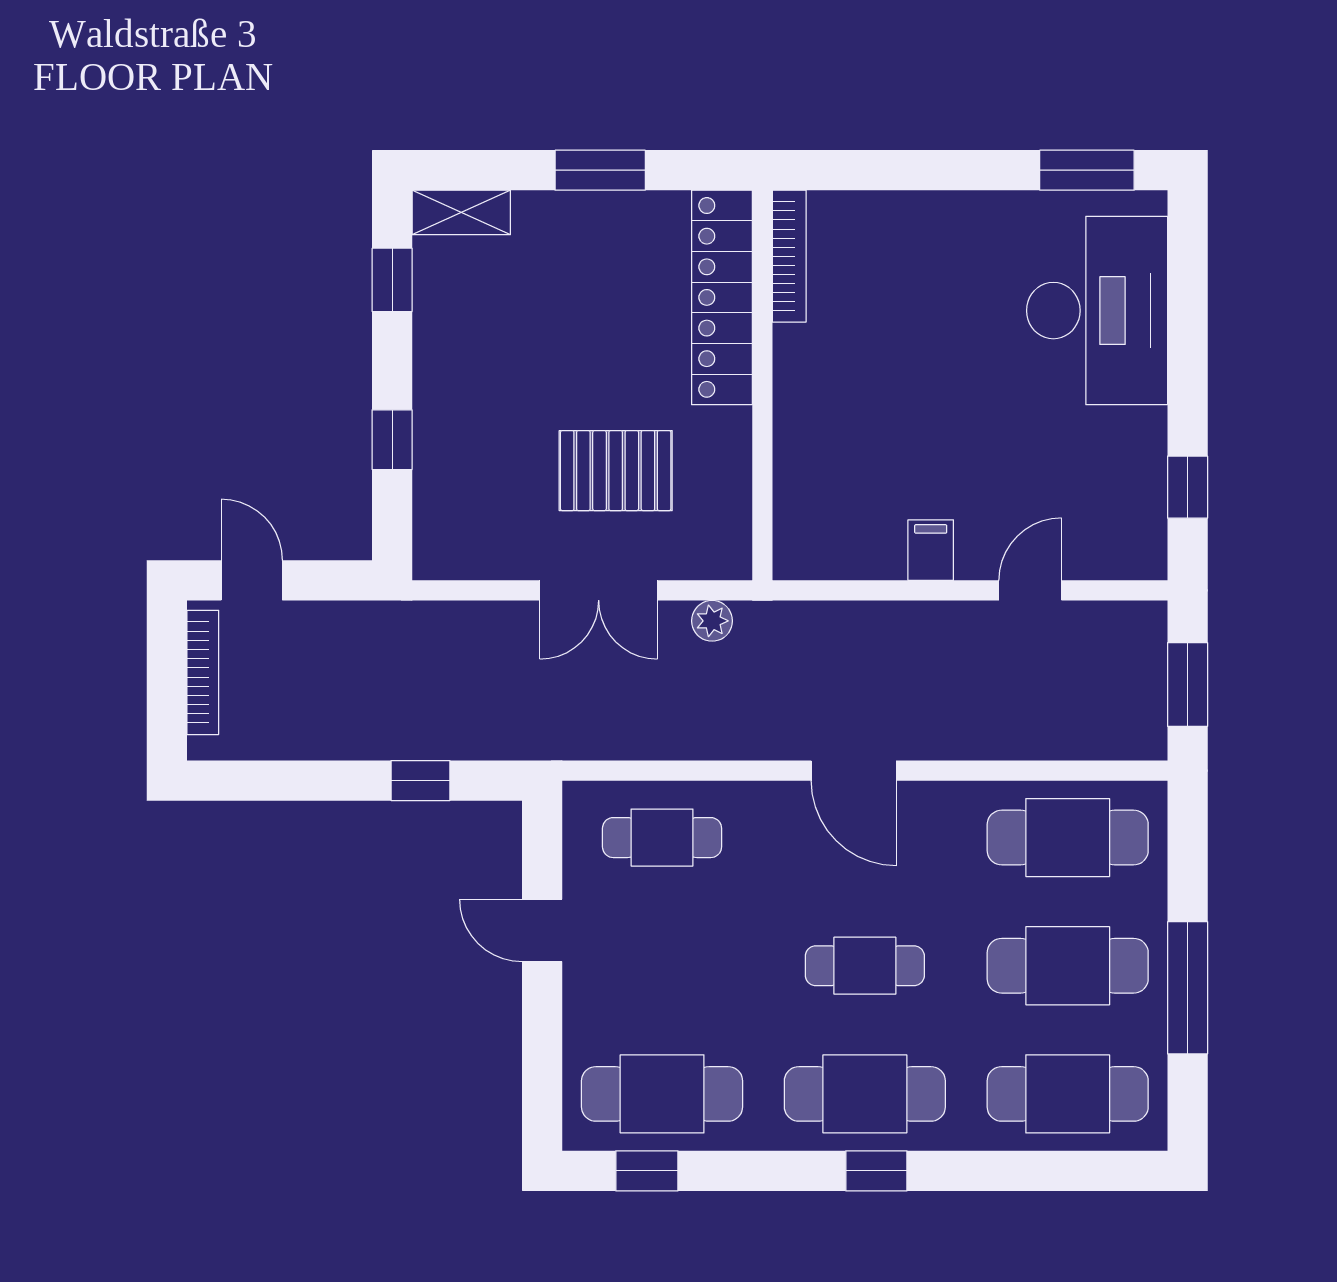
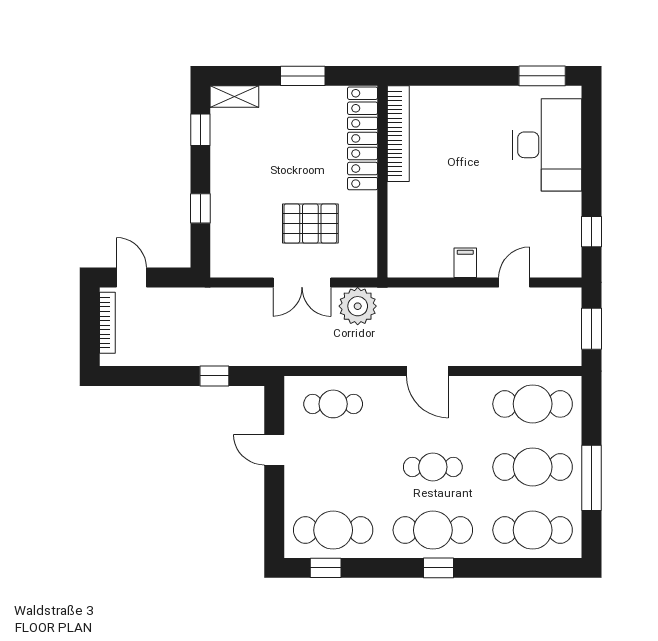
bookcase: (789, 256) -> (398, 134), width x1.48, depth x1.31
plant: (712, 621) -> (358, 306), width x1.88, depth x1.88

